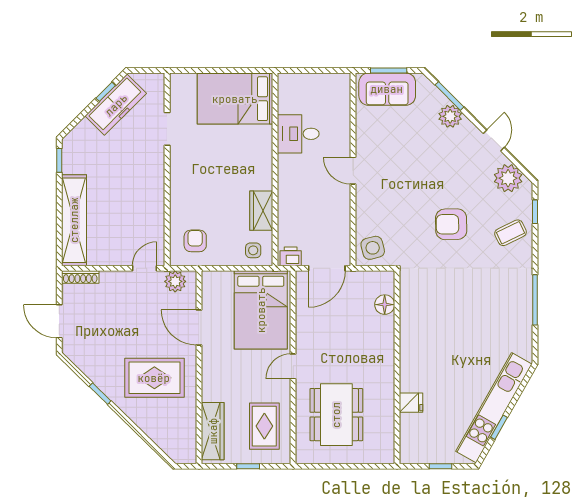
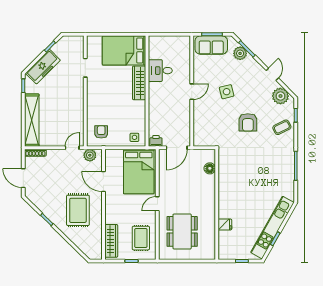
freezer: (116, 105) -> (43, 67), moved
plant: (450, 116) -> (240, 53), moved
door: (353, 171) -> (192, 92), swing flipped
wardrobe: (261, 211) -> (139, 83), moved, width x1.50
armchair: (451, 224) -> (248, 122), turned -89
side table: (373, 248) -> (227, 92), moved
rug: (154, 378) -> (78, 210), turned 90

